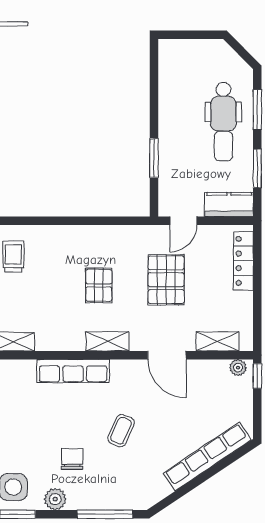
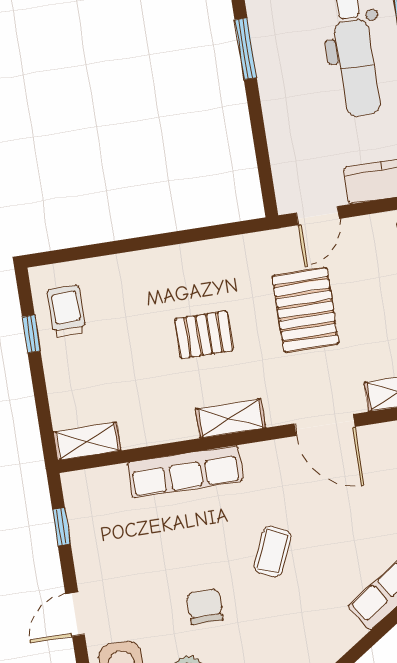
window: (154, 158) -> (246, 49), moved
pallet: (99, 285) -> (204, 335), turned 90

